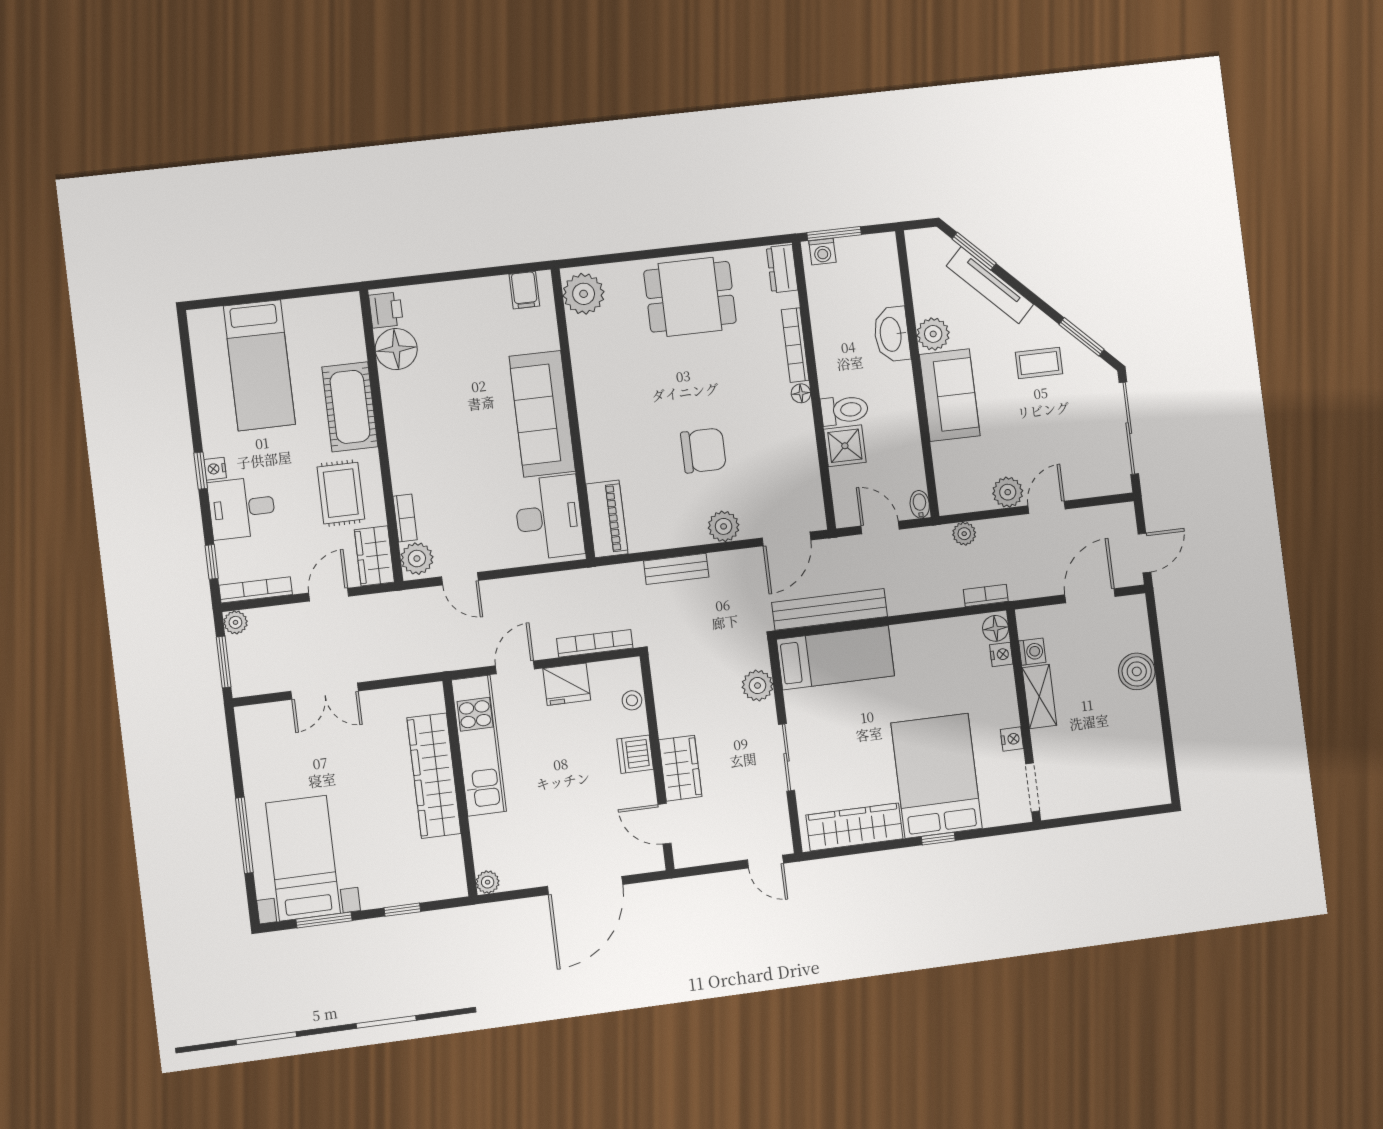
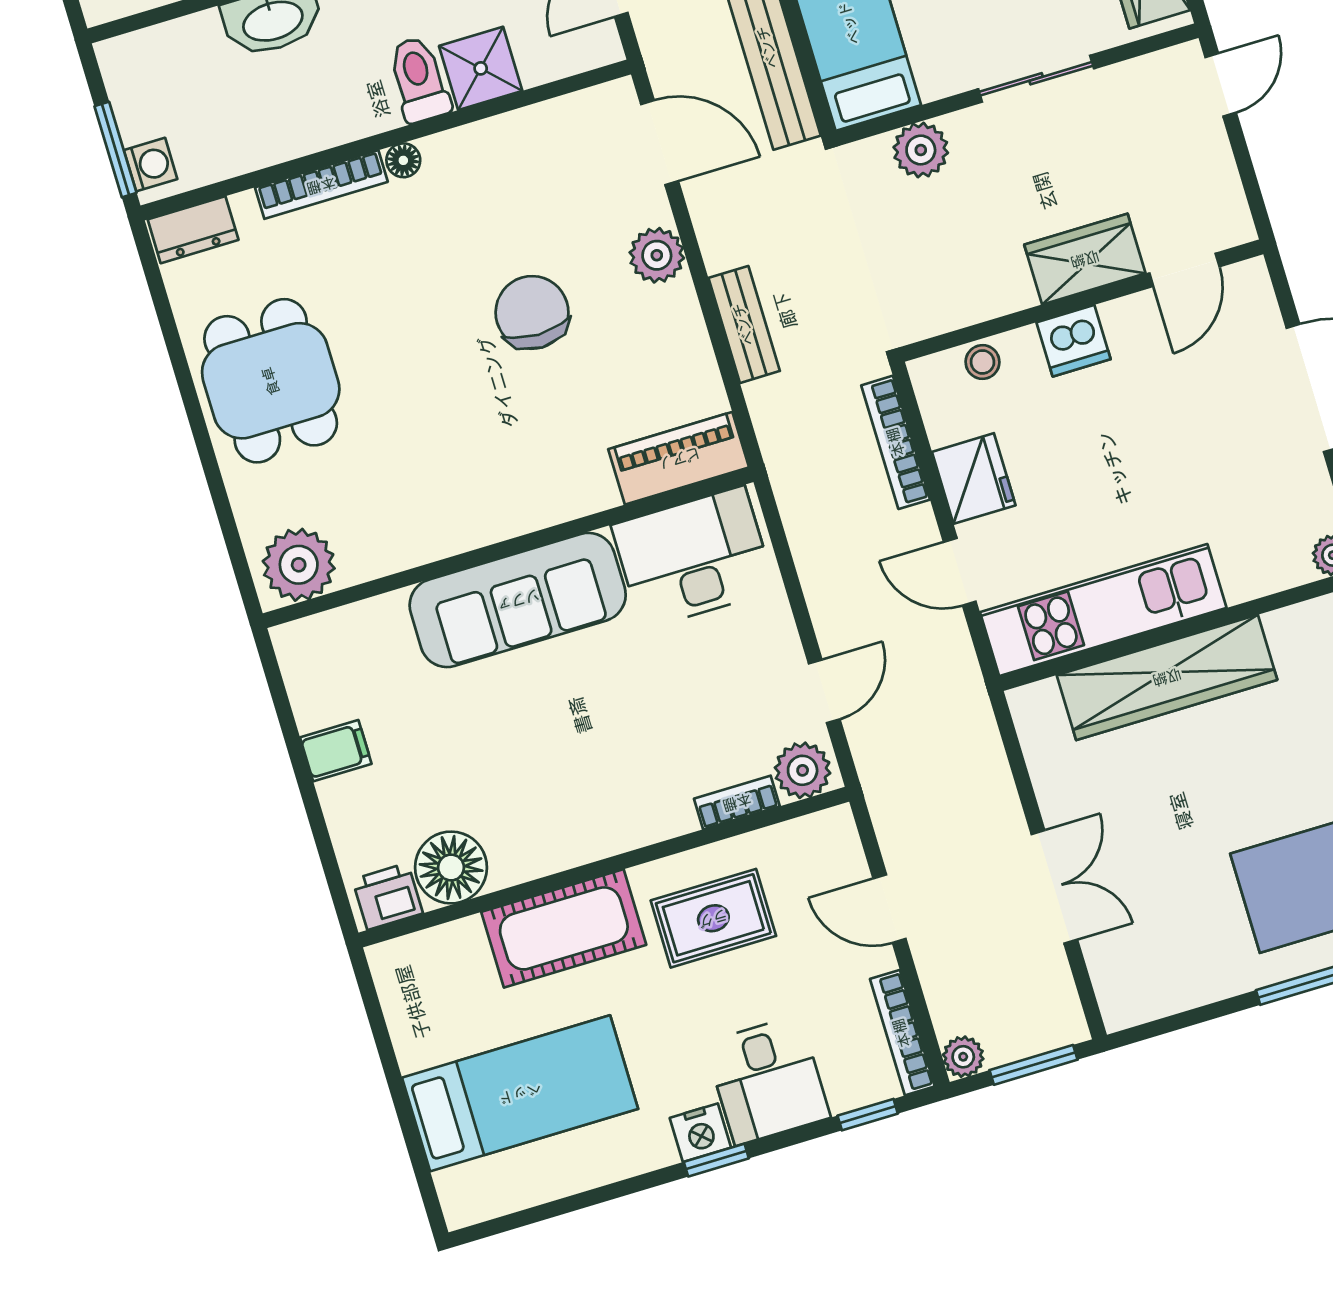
filing cabinet: (524, 290) -> (336, 751), moved
nightstand: (215, 469) -> (700, 1133), width x1.39, depth x1.35
wardrobe: (374, 556) -> (810, 843), removed

